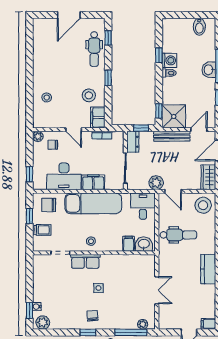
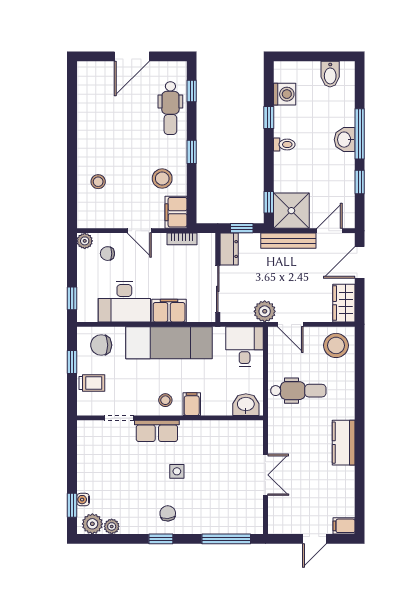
washing machine: (169, 60) -> (285, 94), moved
filing cabinet: (129, 244) -> (192, 404), moved
plant: (143, 324) -> (112, 526), moved

